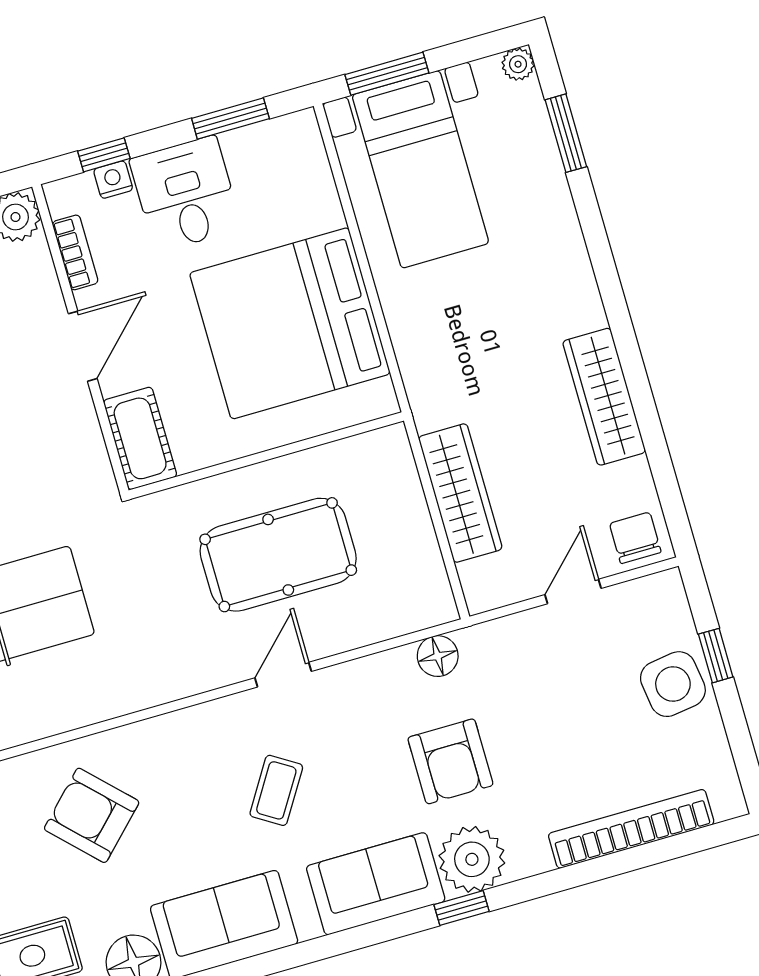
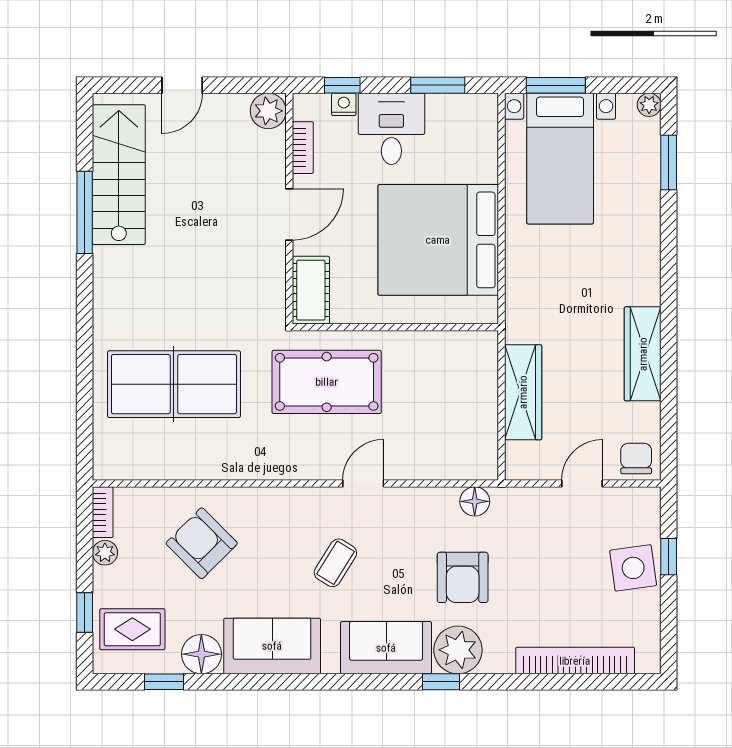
pool table: (278, 555) -> (327, 382), moved

